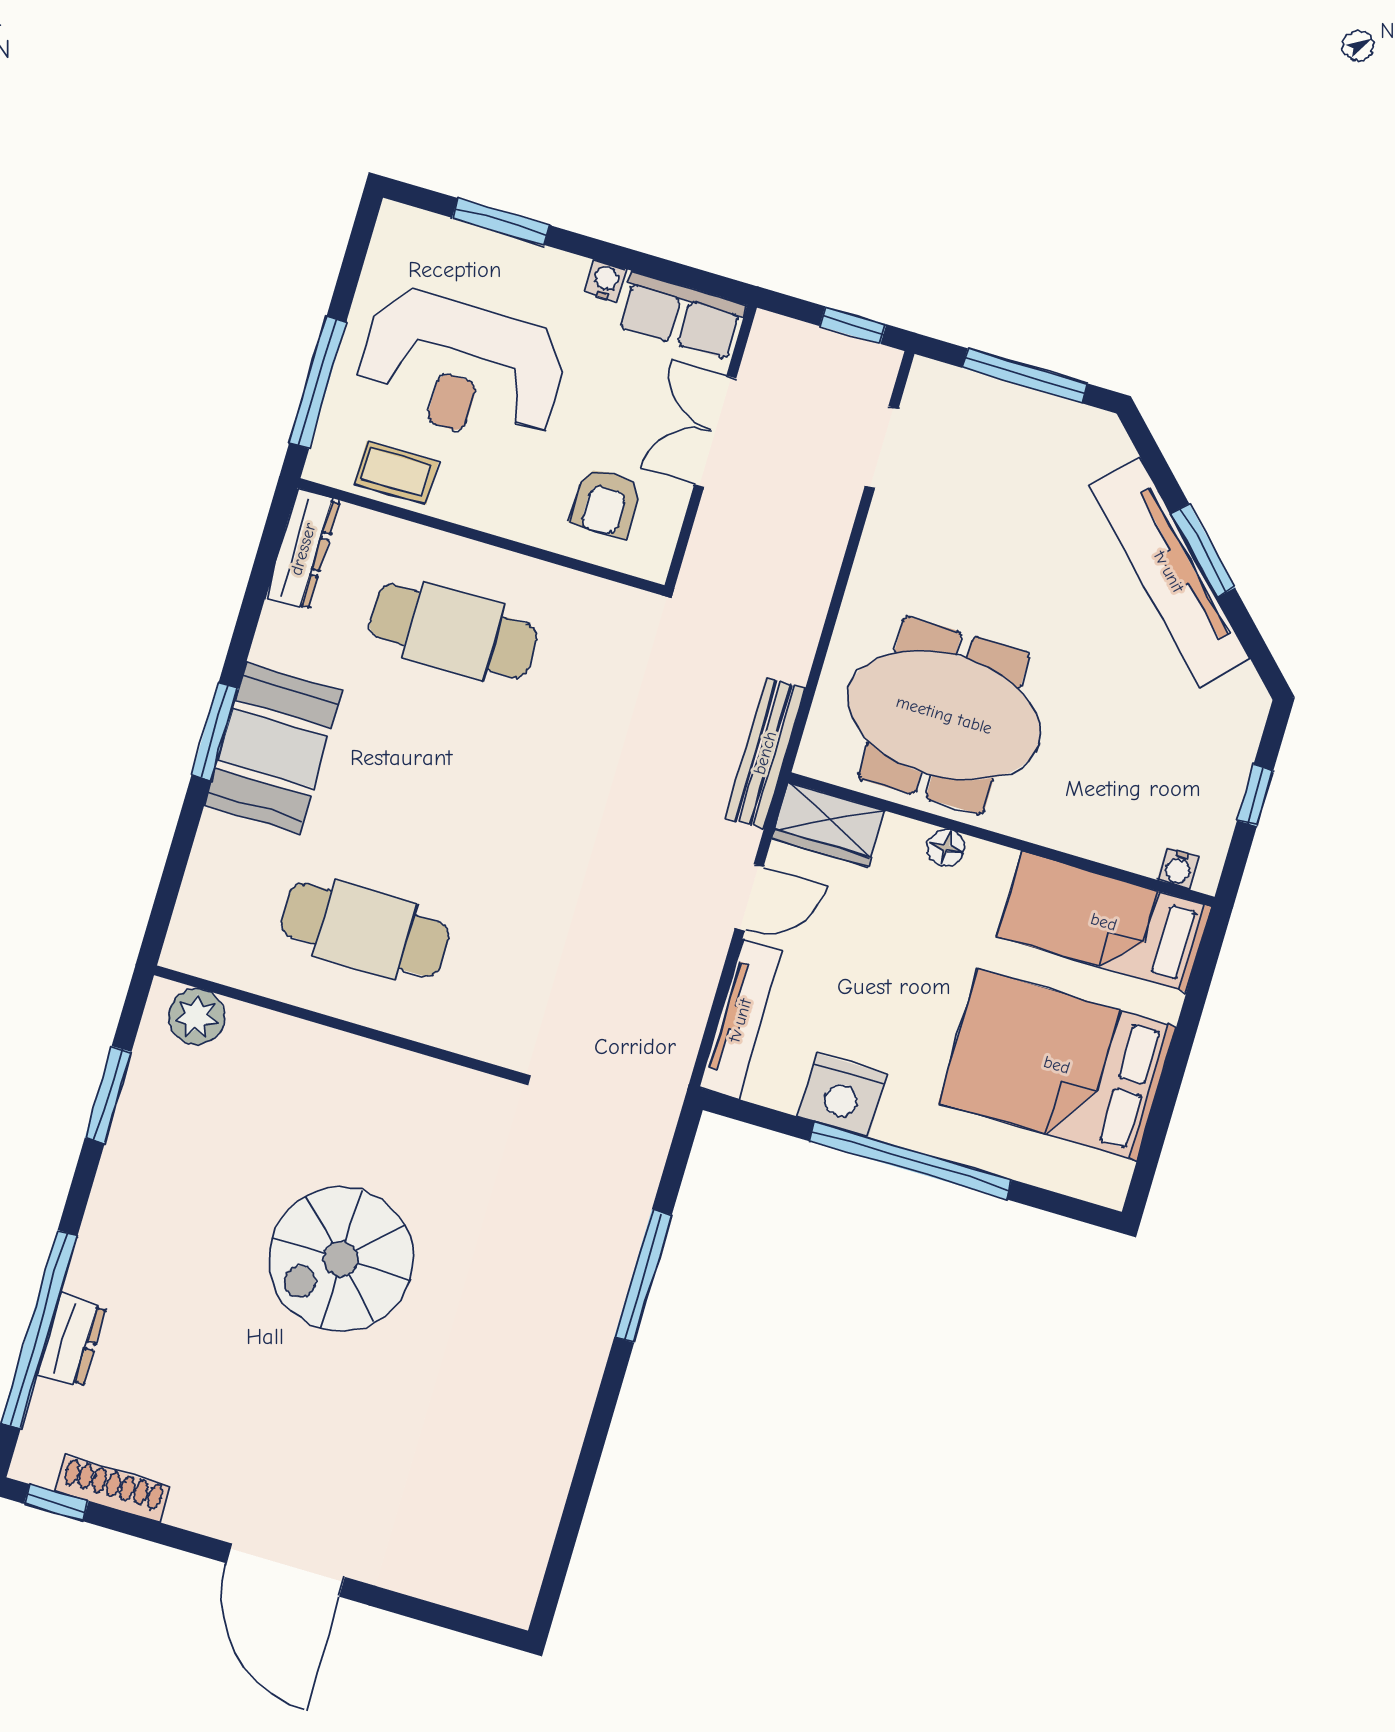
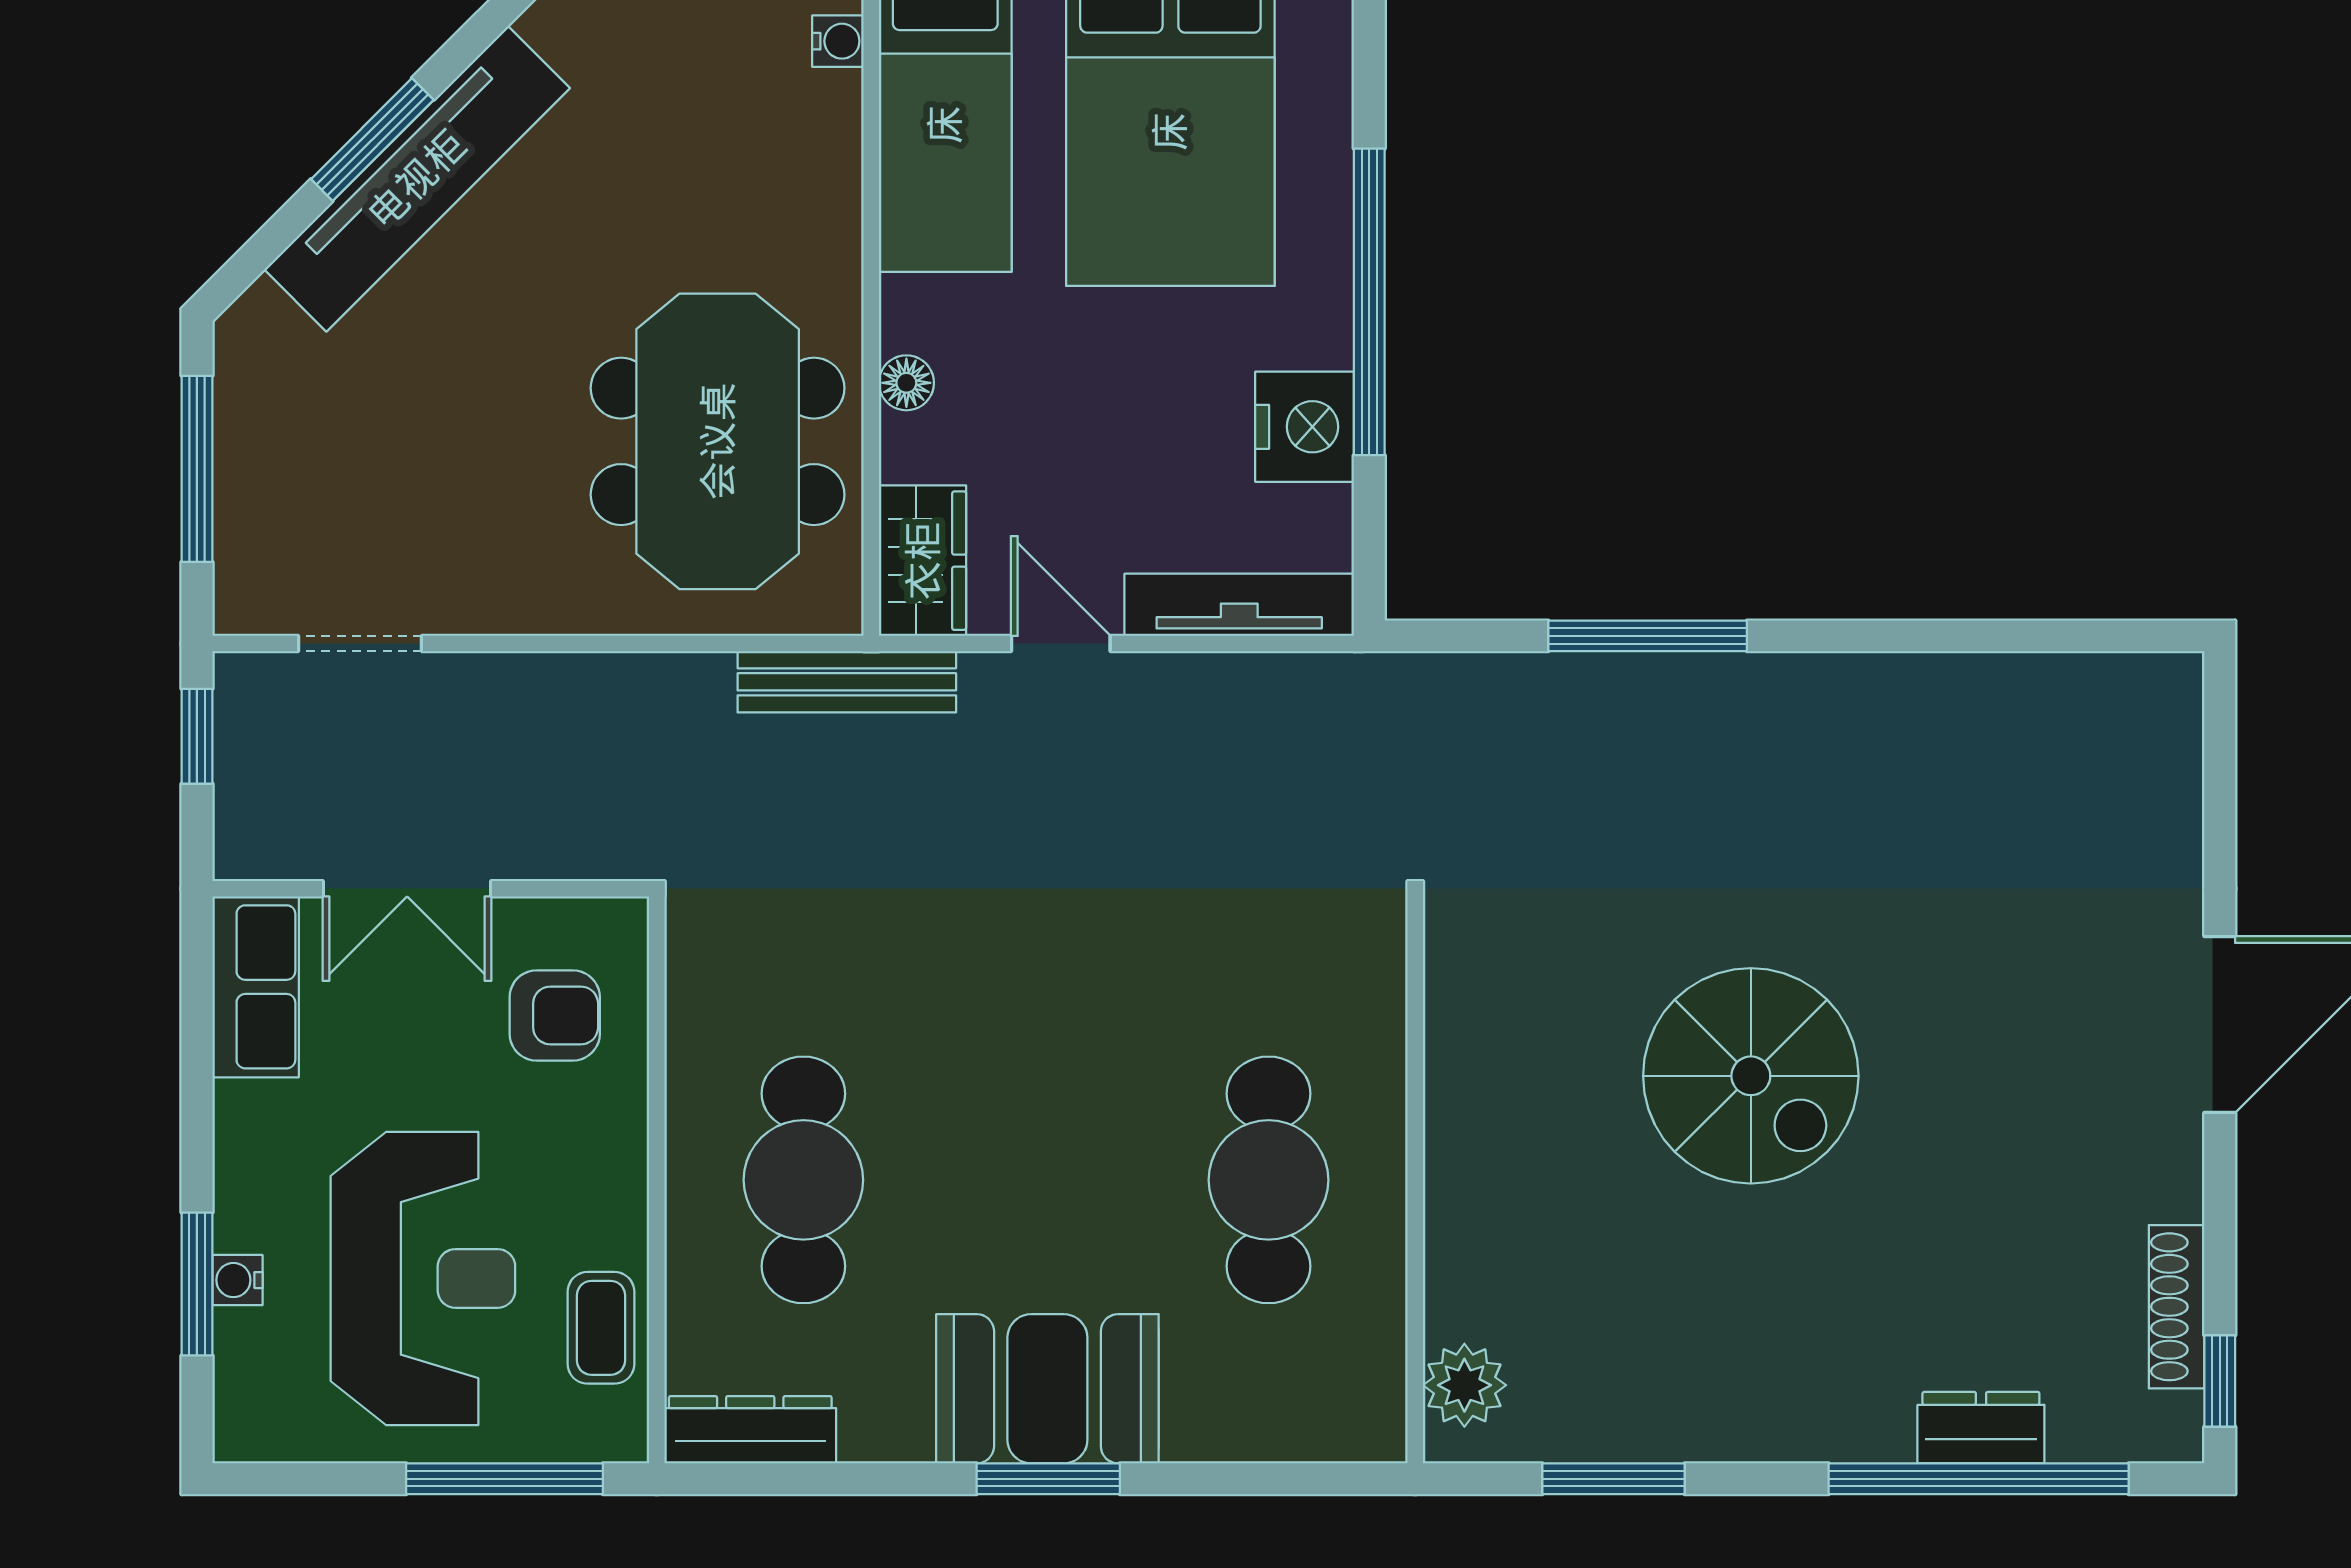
water cooler: (606, 281) -> (237, 1280), moved

